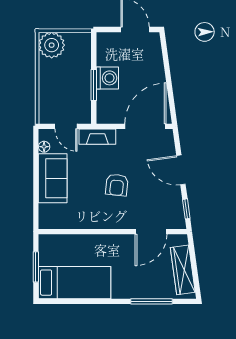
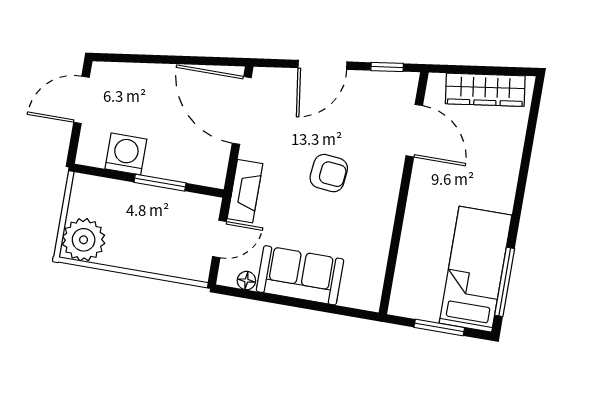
washing machine: (107, 78) -> (126, 154), moved
window: (151, 301) -> (505, 282), moved

